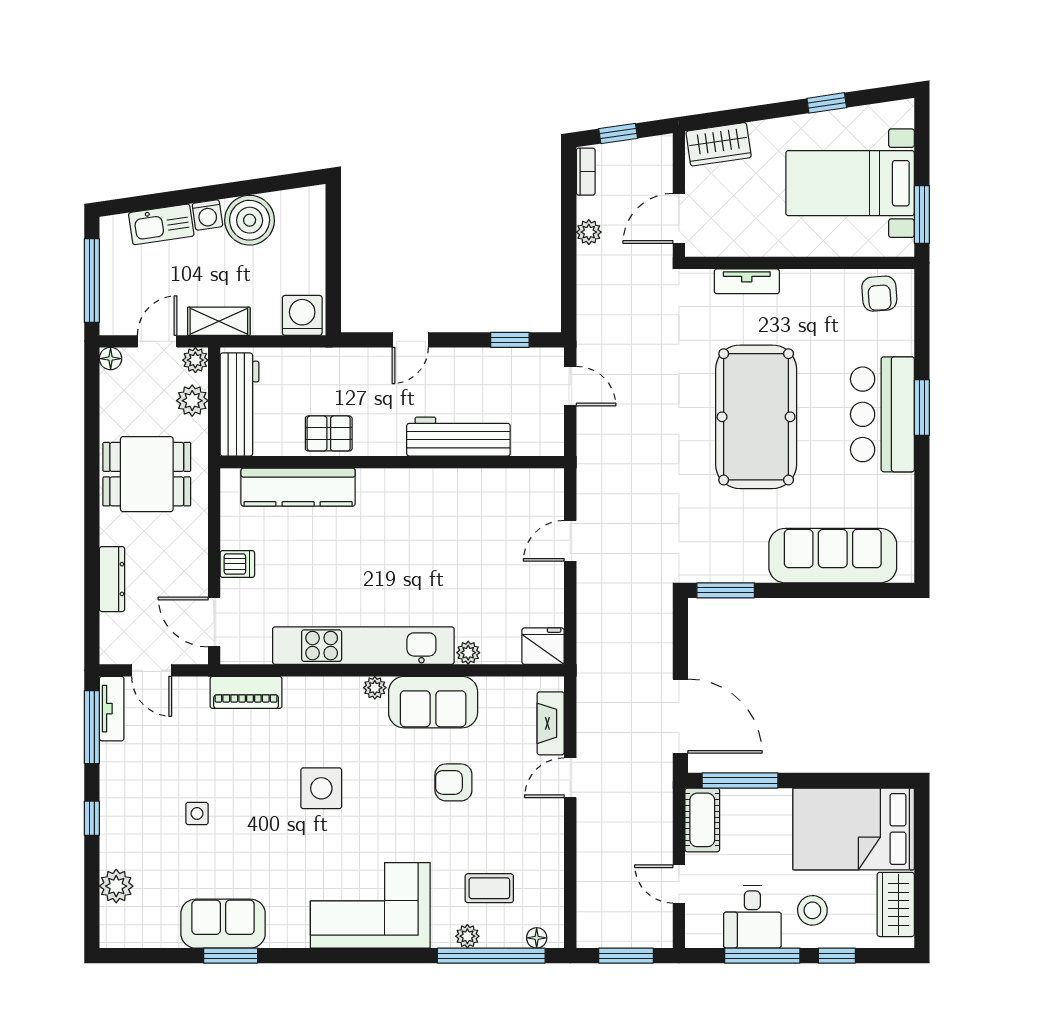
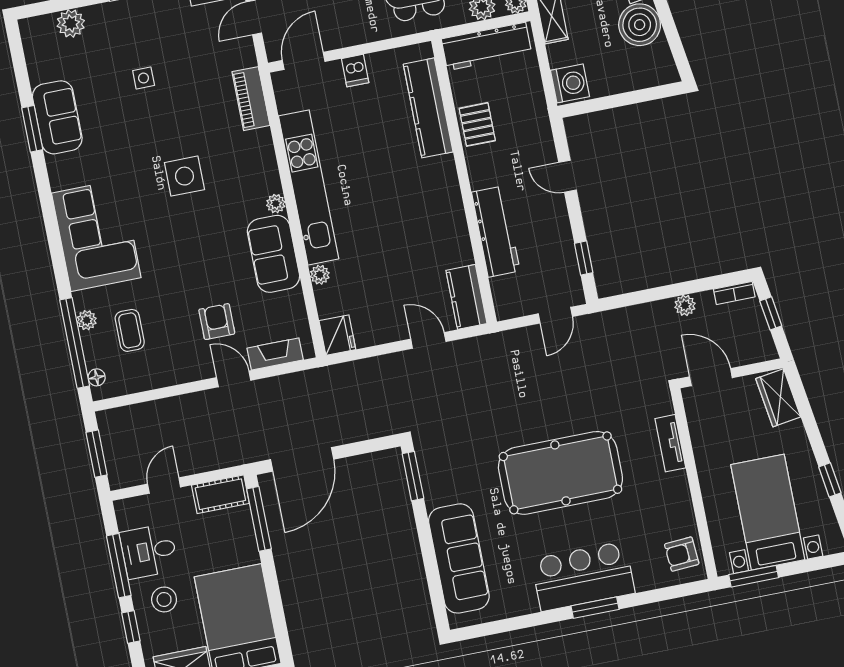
kitchen counter: (528, 486) -> (466, 297), added
armchair: (453, 782) -> (217, 322), moved

